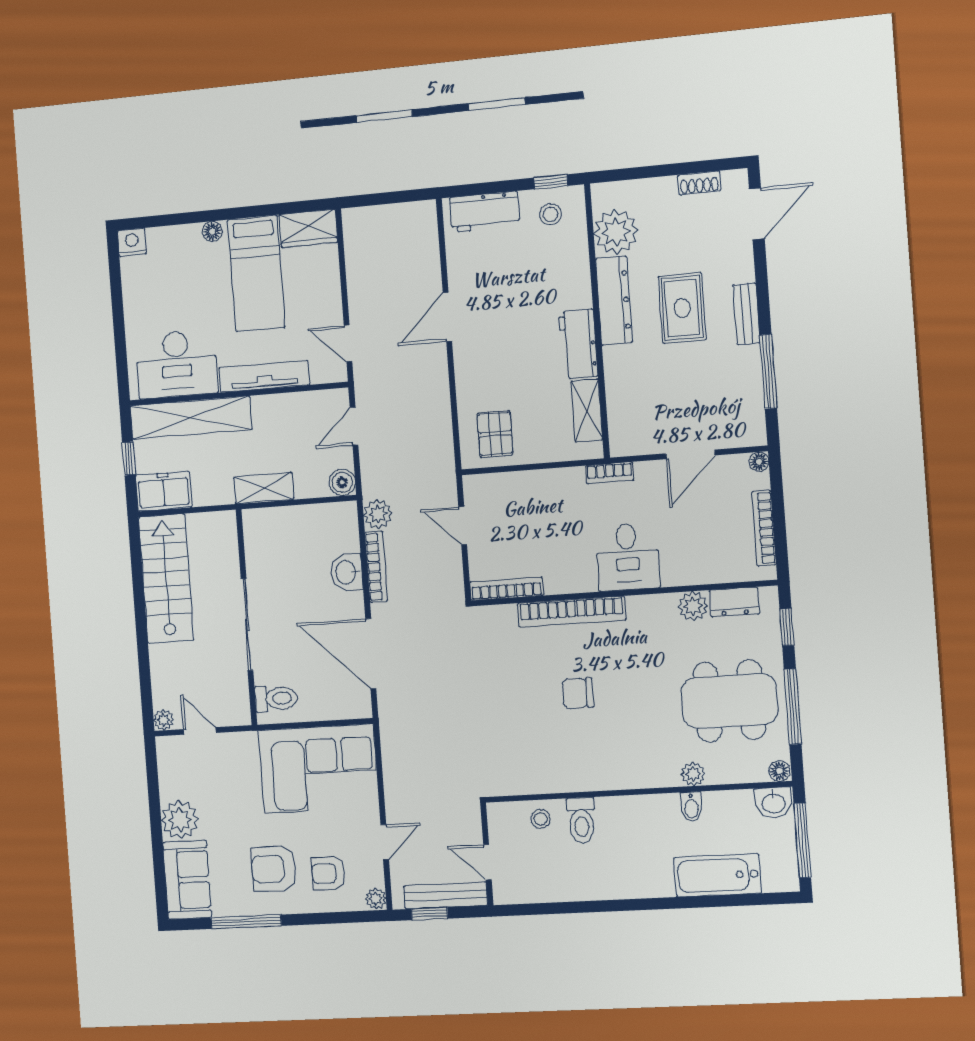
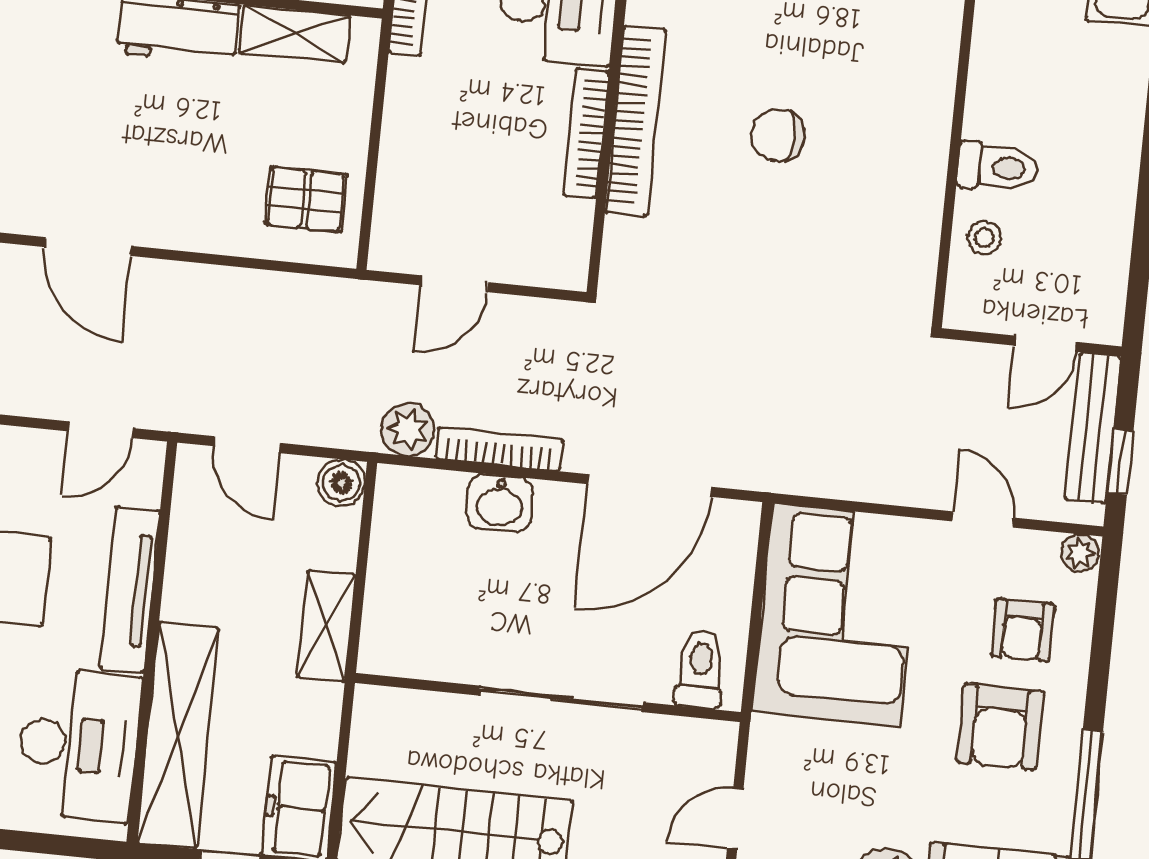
bookcase: (506, 589) -> (586, 133), moved
chair: (578, 693) -> (778, 135), turned 90

